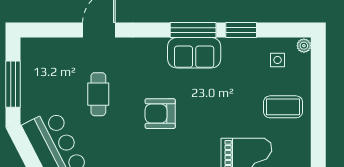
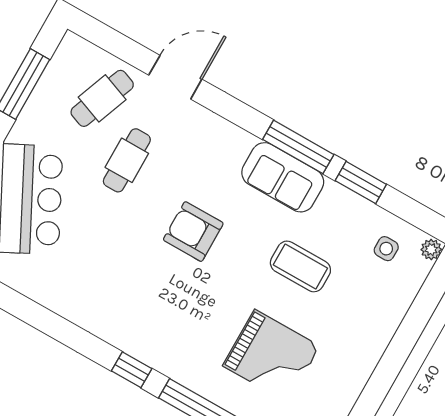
cafe table: (64, 66) -> (102, 98), added
coffee table: (283, 107) -> (300, 266), moved

